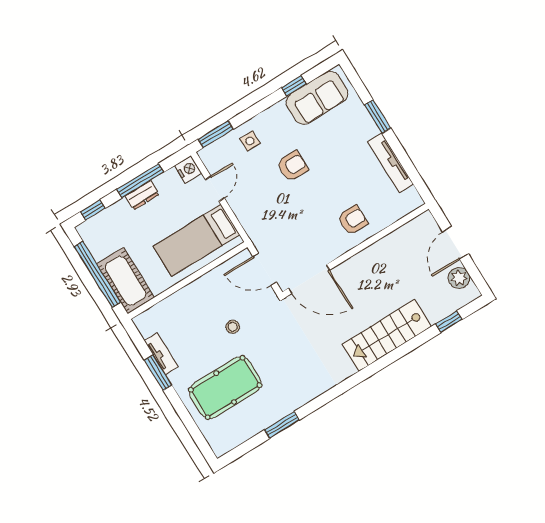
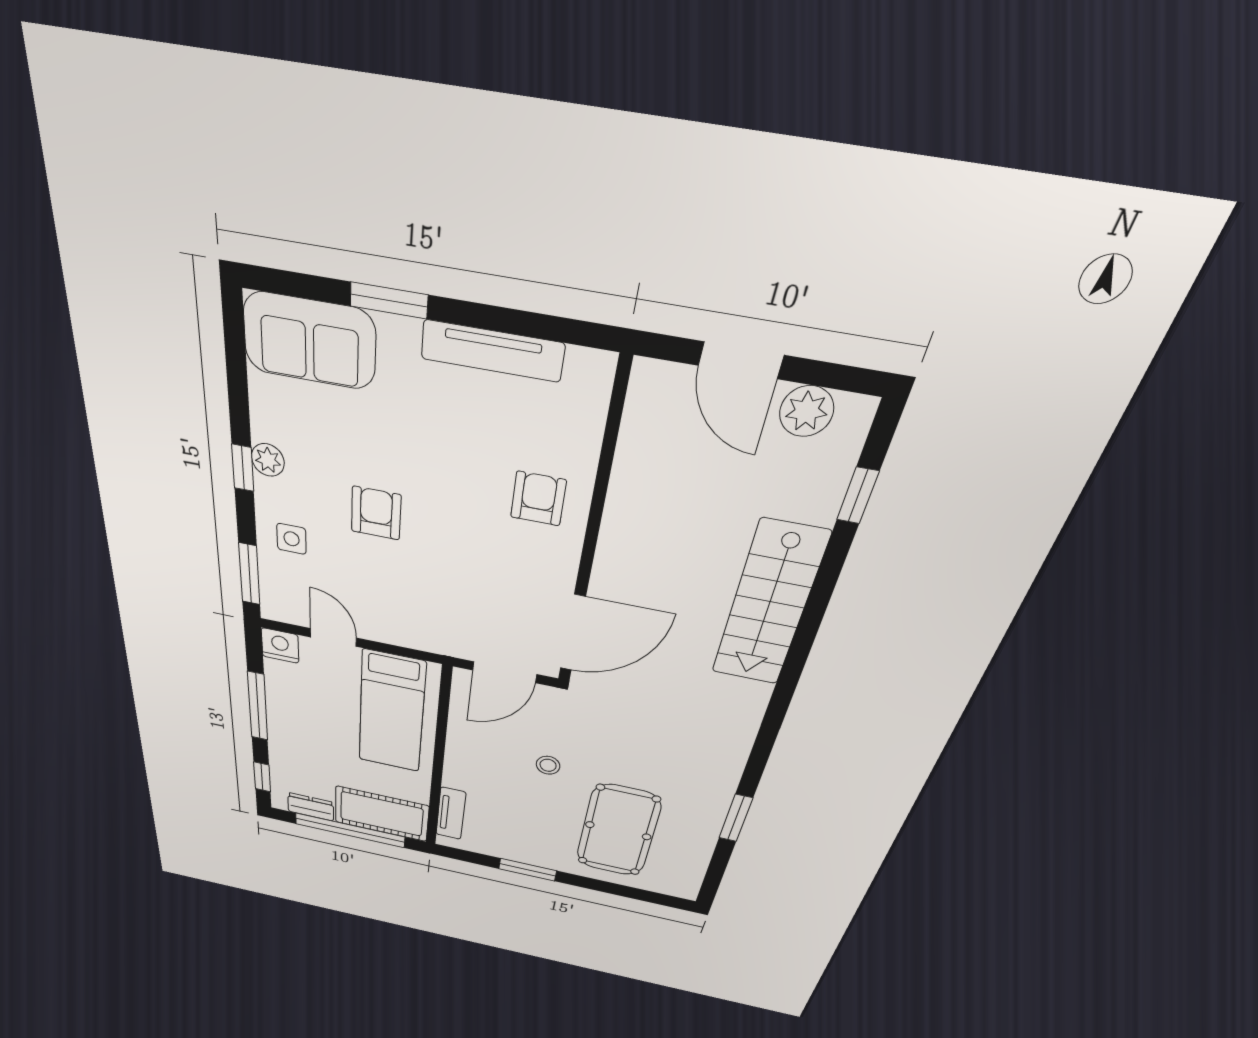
window: (294, 86) -> (243, 468), moved
sofa: (317, 98) -> (310, 341), moved, turned 90
plant: (278, 111) -> (268, 460), added
dresser: (142, 195) -> (311, 807), moved, turned -90
tv unit: (161, 354) -> (451, 813), moved, turned 90

